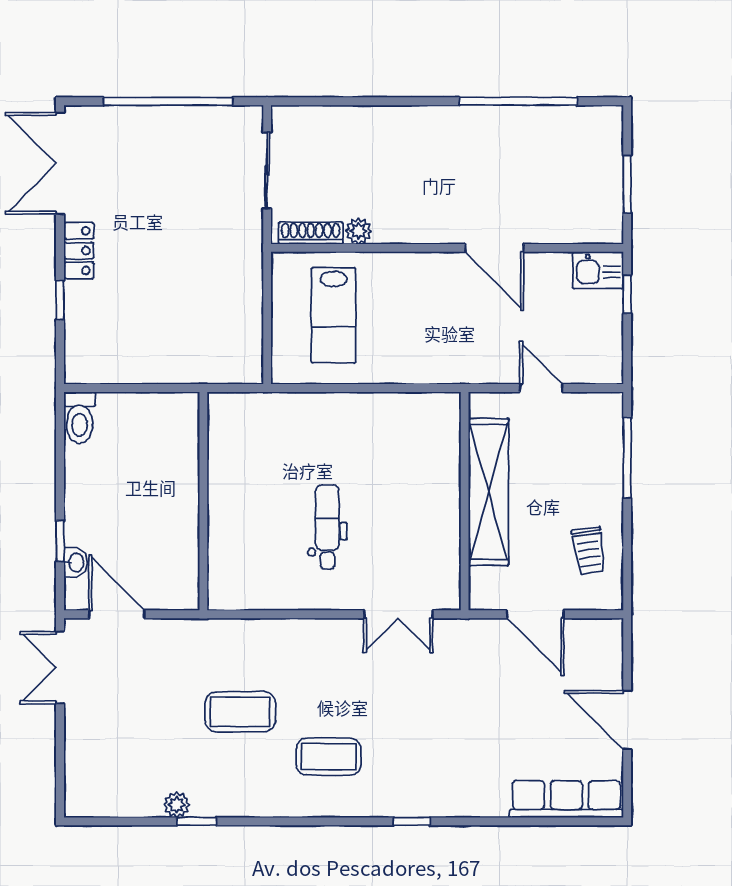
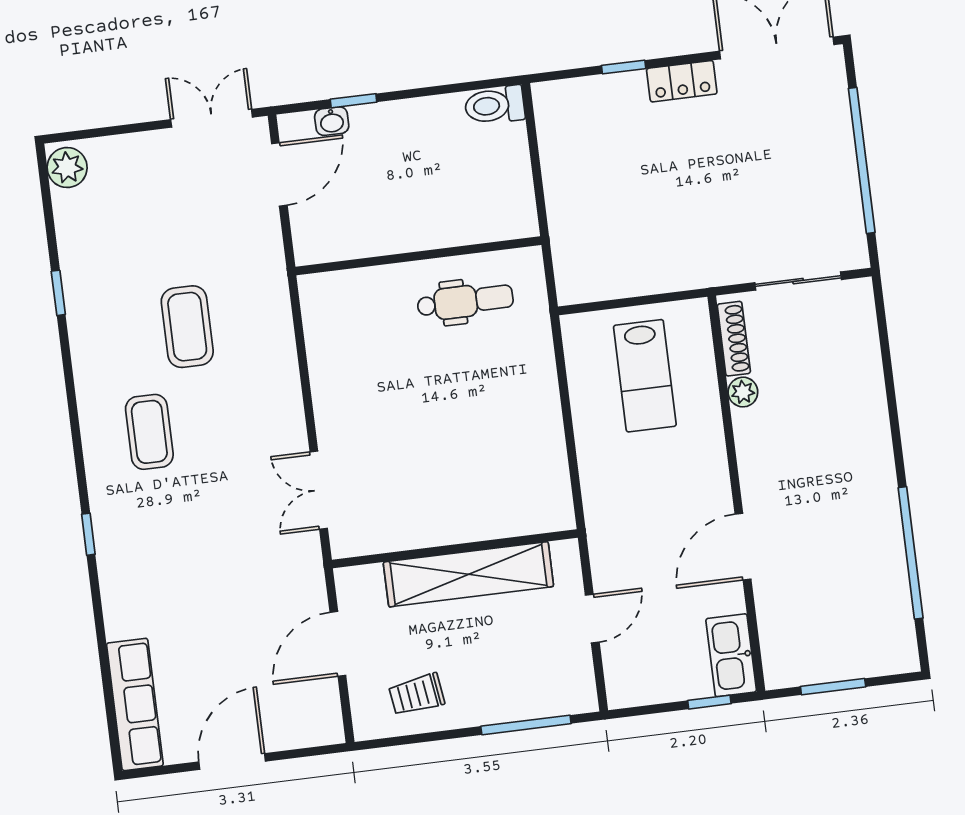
kitchen sink: (598, 270) -> (731, 655), width x1.38
lab bench: (334, 315) -> (645, 376), turned -90
dental chair: (327, 527) -> (465, 301), moved
plant: (177, 805) -> (67, 168), moved, width x1.38, depth x1.38

